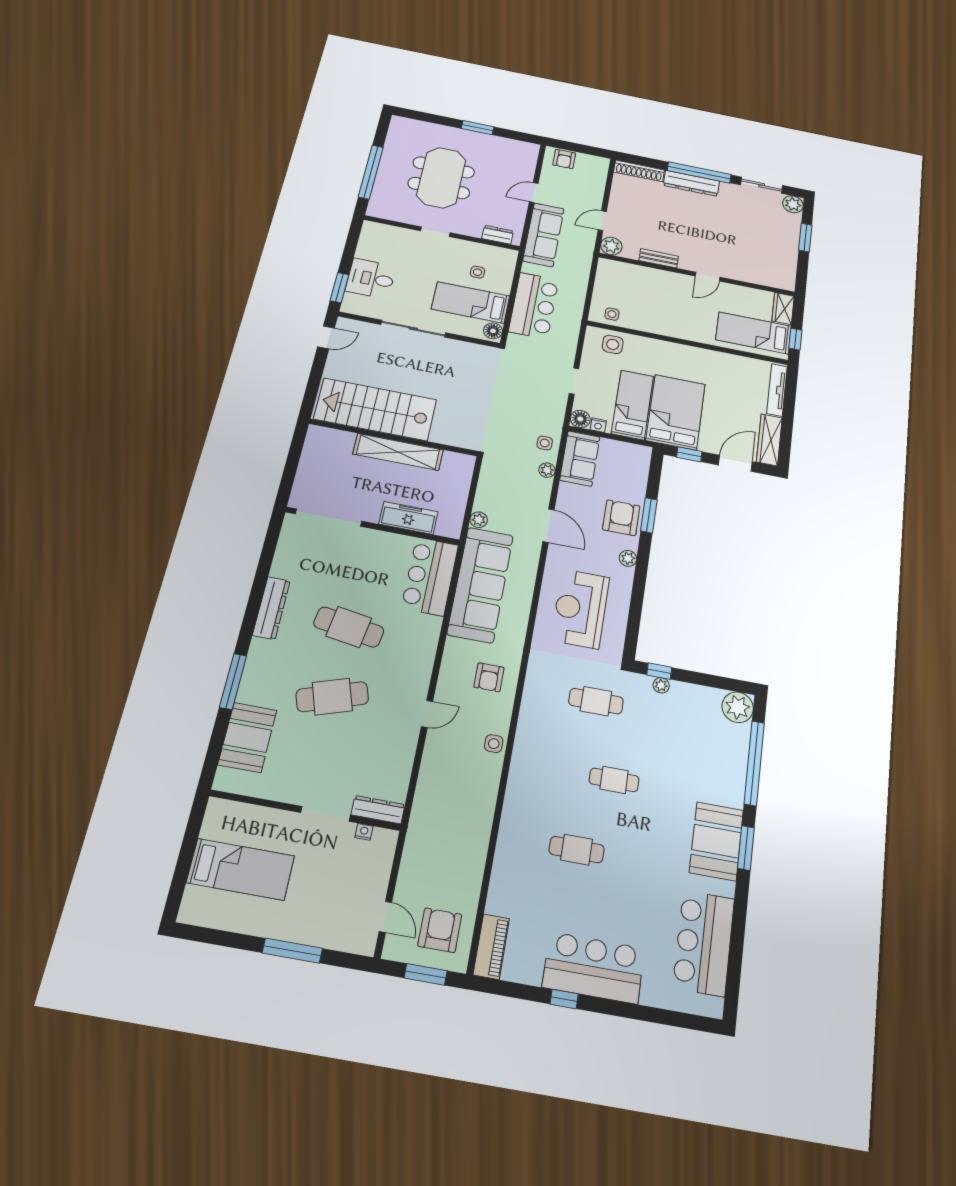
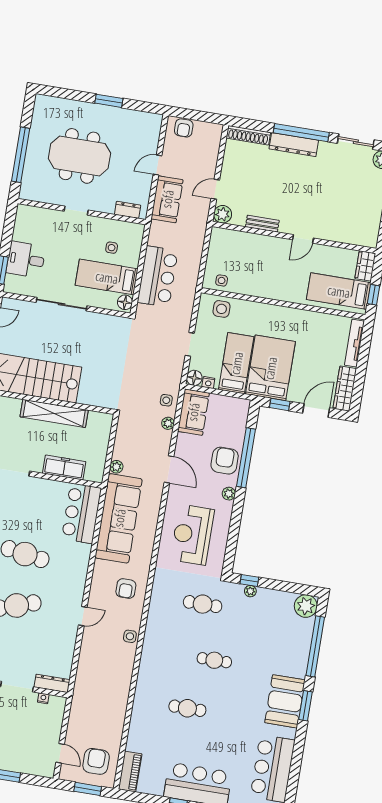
meeting table: (441, 178) -> (79, 156), turned 90
sofa: (543, 235) -> (167, 199), width x0.73
window: (649, 515) -> (246, 458), width x2.11

